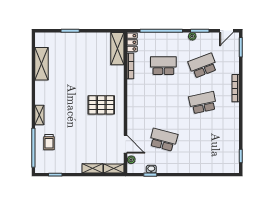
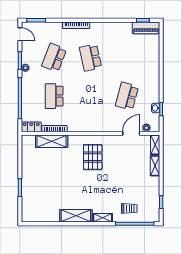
shelving: (117, 49) -> (52, 141), moved
shelving: (41, 64) -> (76, 216), moved
school desk: (203, 66) -> (54, 58), turned 42
piano: (233, 159) -> (146, 28), added

